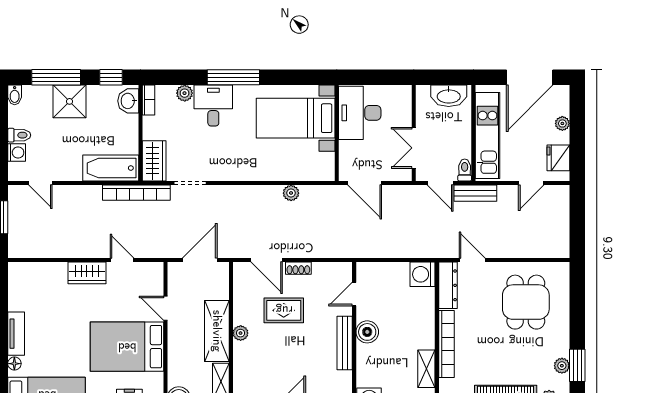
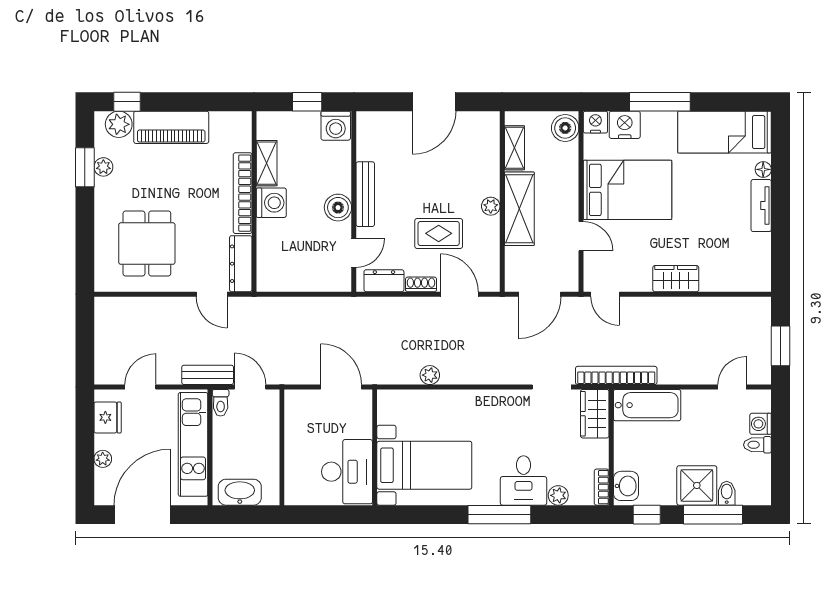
bidet: (15, 95) -> (727, 493), moved
double door: (414, 148) -> (282, 429), removed
door: (40, 183) -> (732, 387), hinge flipped
door: (122, 260) -> (605, 294), moved
dresser: (329, 271) -> (384, 281), added
washing machine: (423, 274) -> (271, 203), moved

